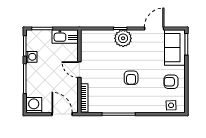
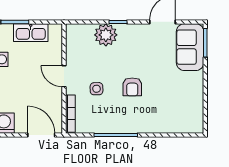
kitchen sink: (65, 37) -> (31, 33), moved
plant: (123, 38) -> (106, 35), moved
armchair: (171, 82) -> (185, 92), removed
side table: (171, 105) -> (97, 89), moved

